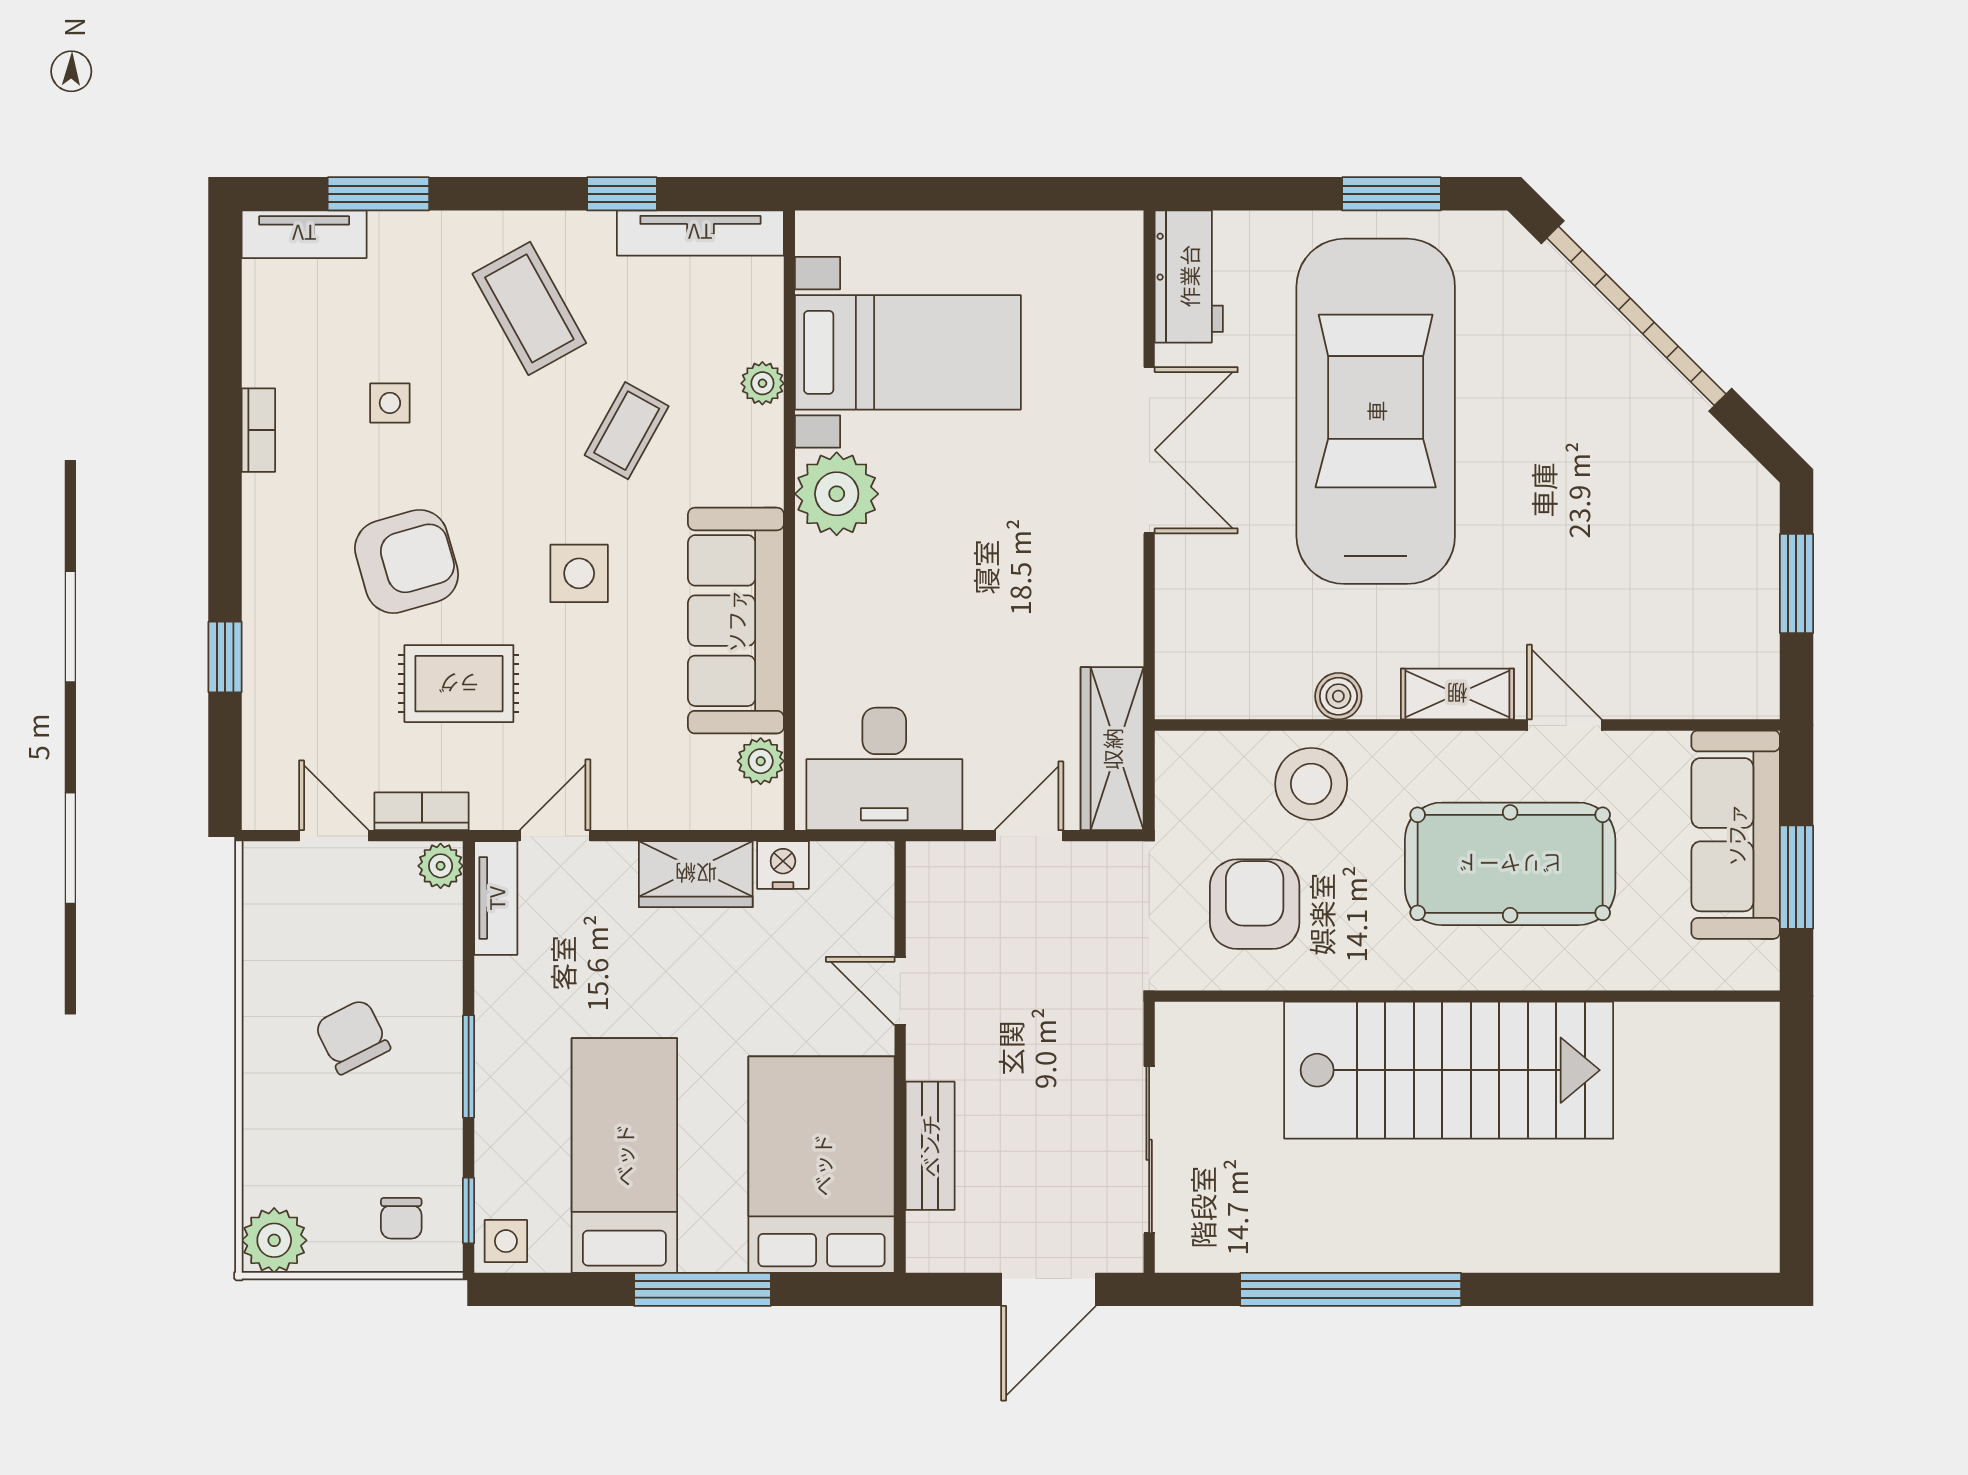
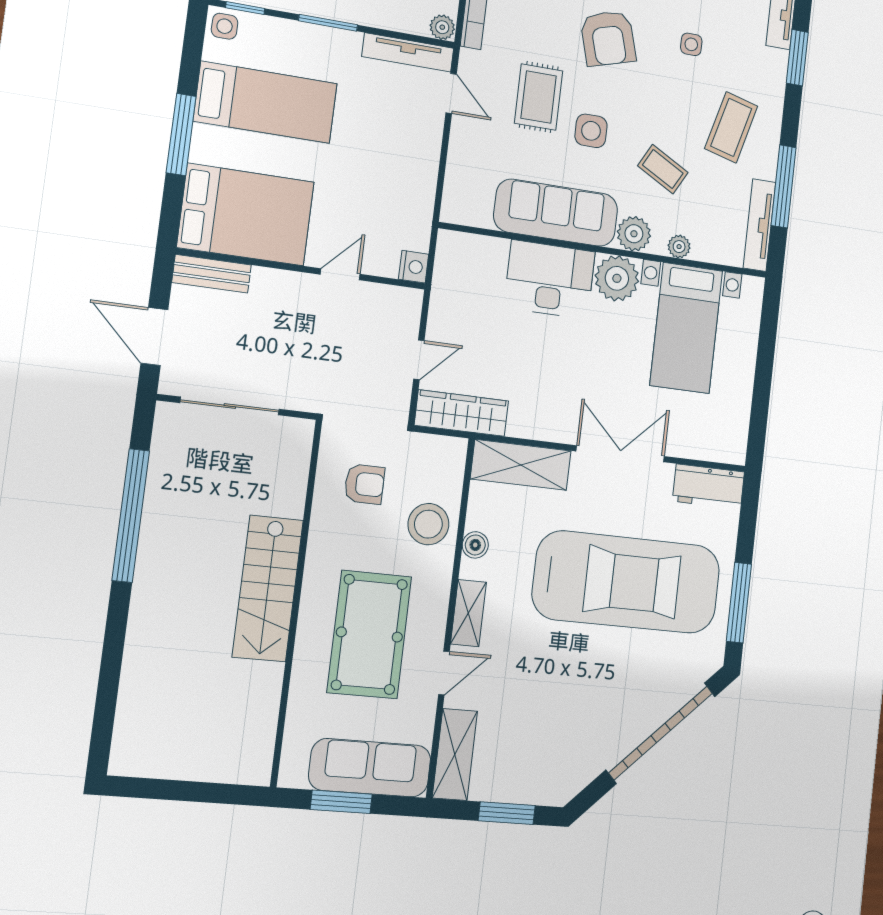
window: (622, 194) -> (784, 186), width x2.17
window: (1392, 194) -> (739, 603), width x1.44
coffee table: (529, 308) -> (731, 127), turned -46
double door: (1149, 450) -> (620, 454), swing flipped
shelving: (1190, 631) -> (521, 465), added
rug: (459, 684) -> (539, 97), moved
shelving: (1702, 688) -> (455, 754), added
plant: (761, 761) -> (634, 234), moved, width x1.38, depth x1.38
desk: (884, 769) -> (550, 279), moved, turned 90
door: (1029, 836) -> (419, 360), hinge flipped
nightstand: (783, 865) -> (414, 267), moved
wardrobe: (696, 874) -> (420, 169), removed
tv unit: (496, 898) -> (408, 52), width x1.41
armchair: (1255, 904) -> (364, 484), width x0.72, depth x0.72
stairs: (1449, 1070) -> (268, 588), width x0.73, depth x0.66
bench: (930, 1146) -> (212, 274), moved

